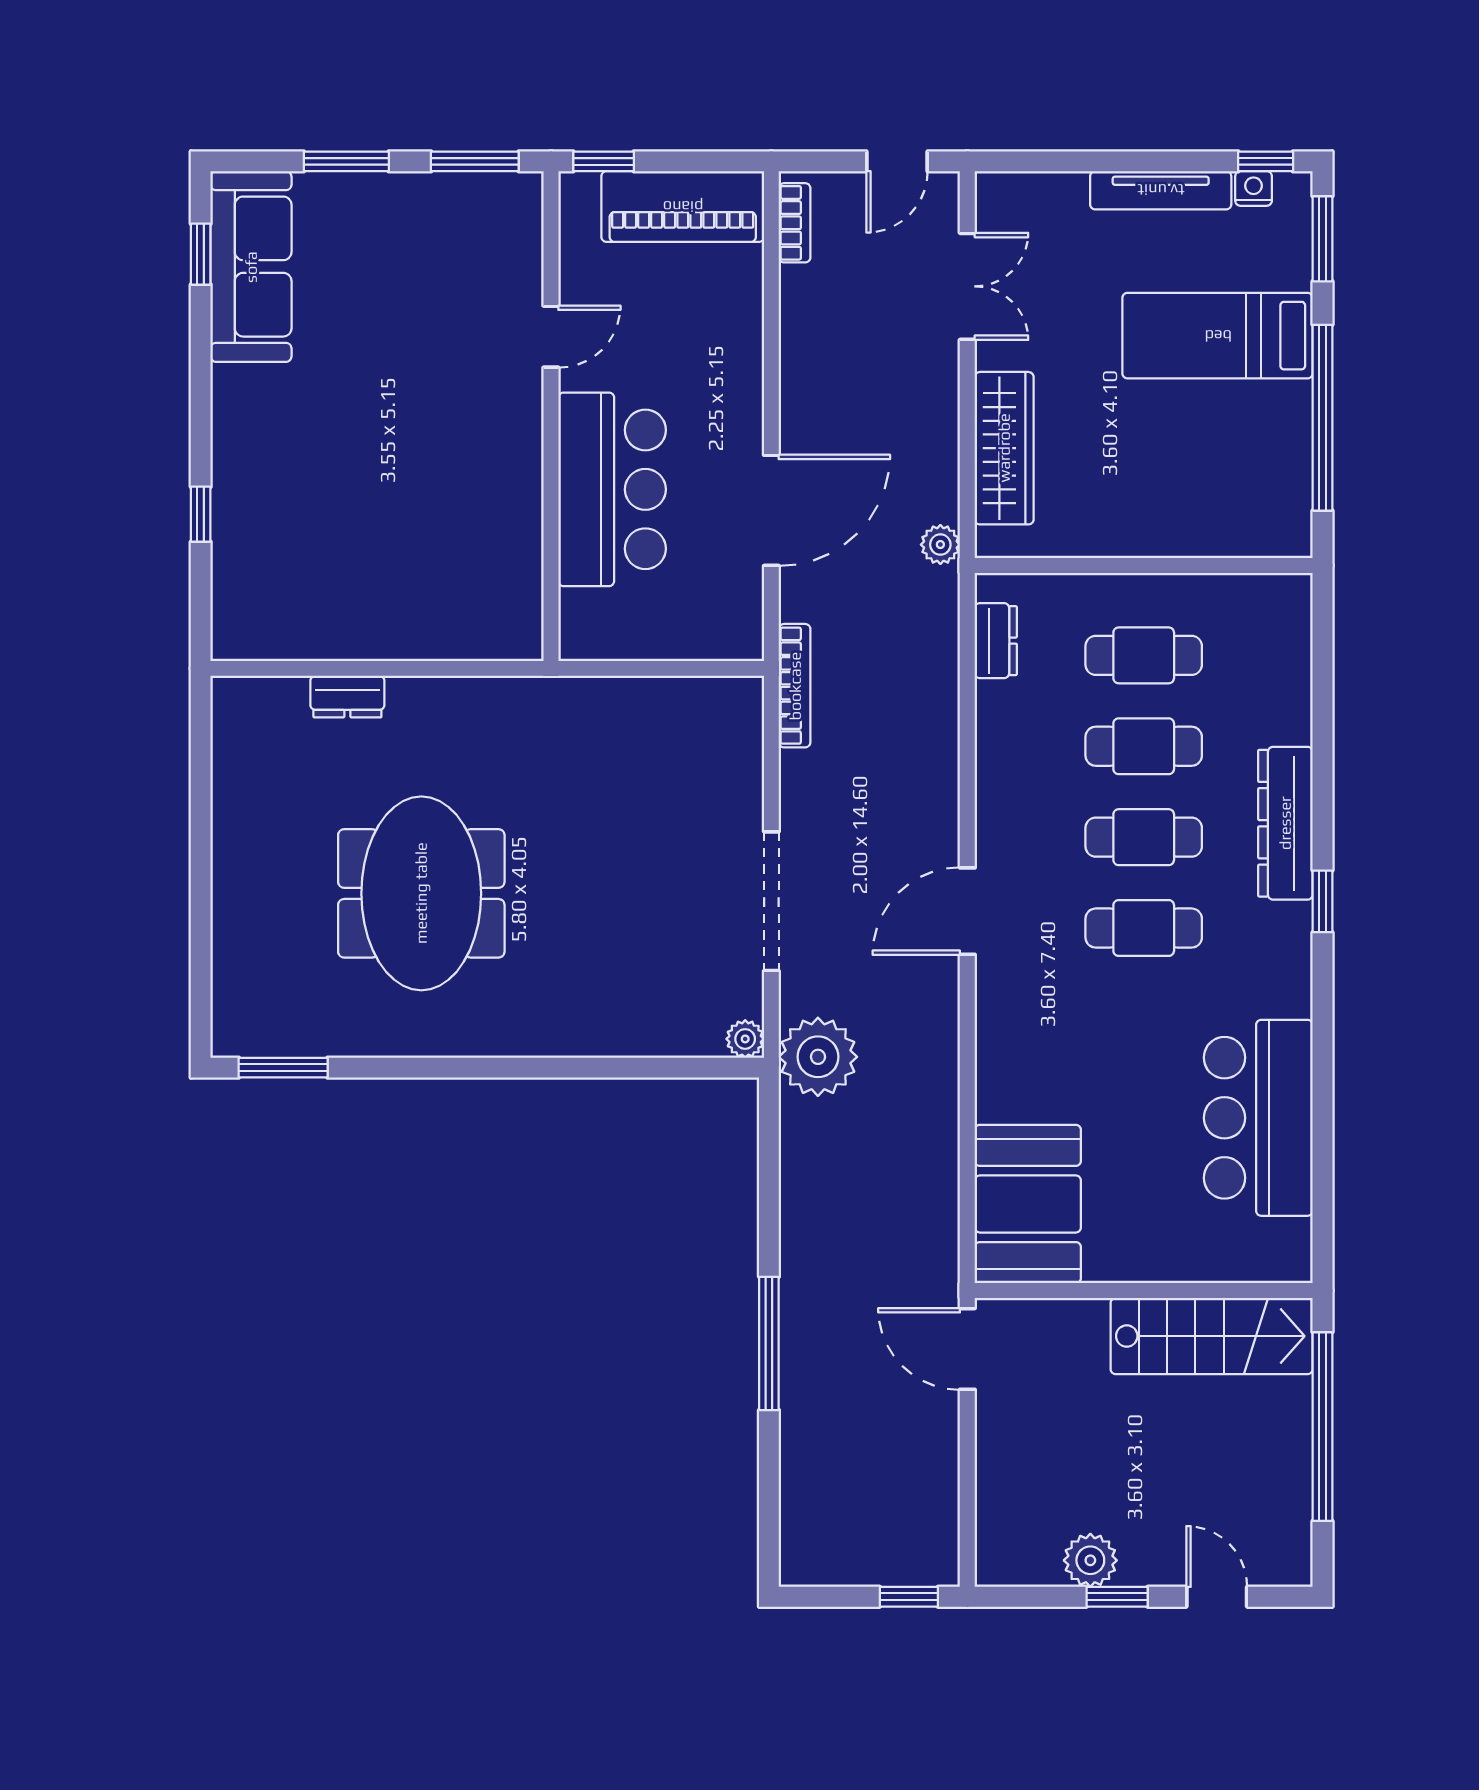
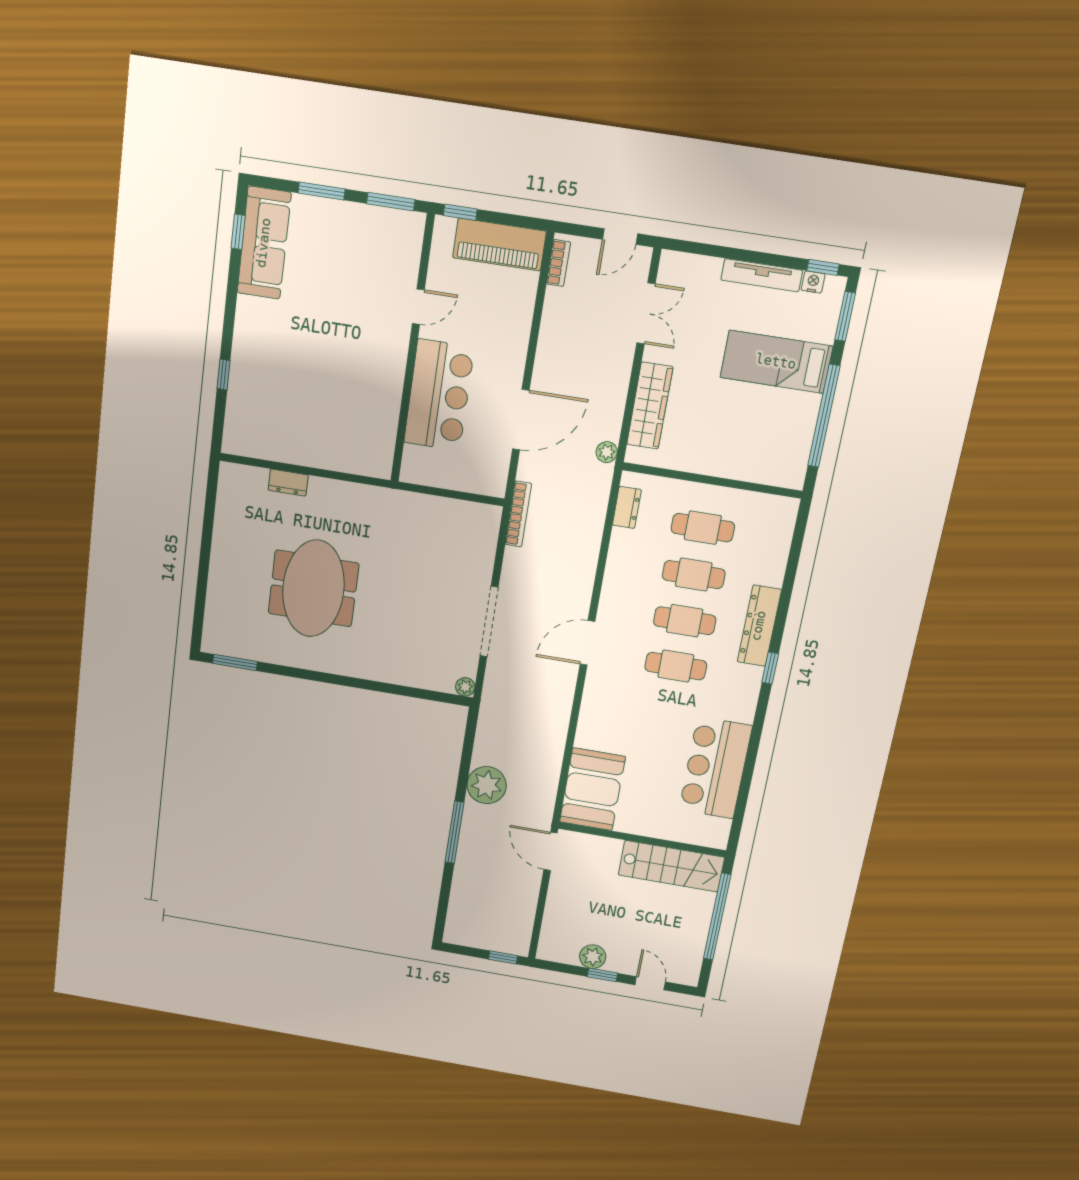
plant: (818, 1057) -> (487, 785), moved

